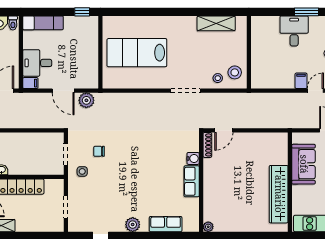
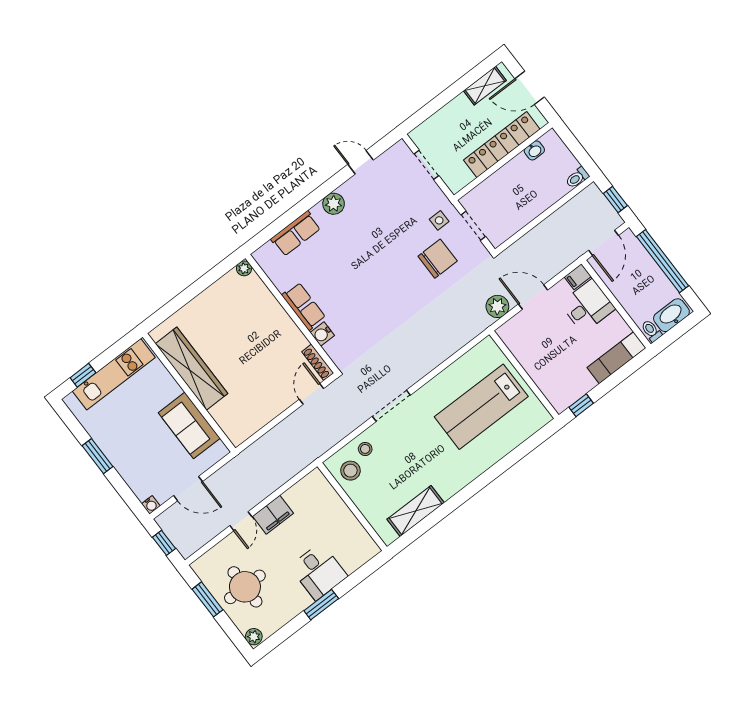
lab bench: (137, 53) -> (481, 407), turned 180
filing cabinet: (301, 81) -> (273, 515), width x2.00
chair: (99, 151) -> (438, 259), width x1.87, depth x1.87

